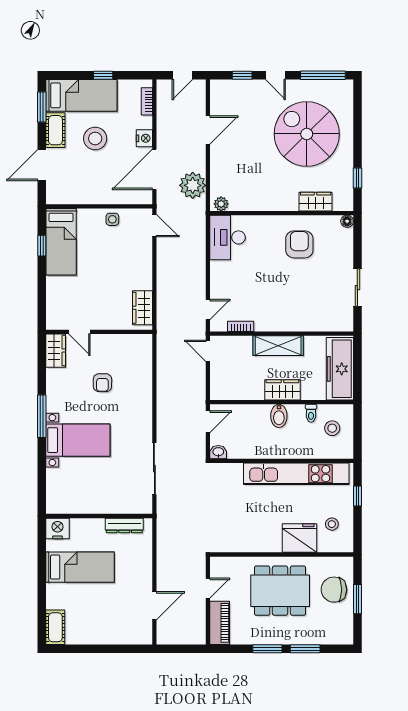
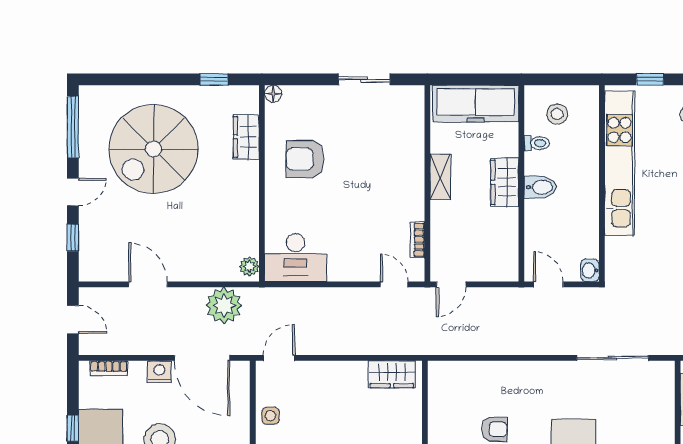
shelving: (278, 346) -> (440, 177), width x0.67, depth x0.75

